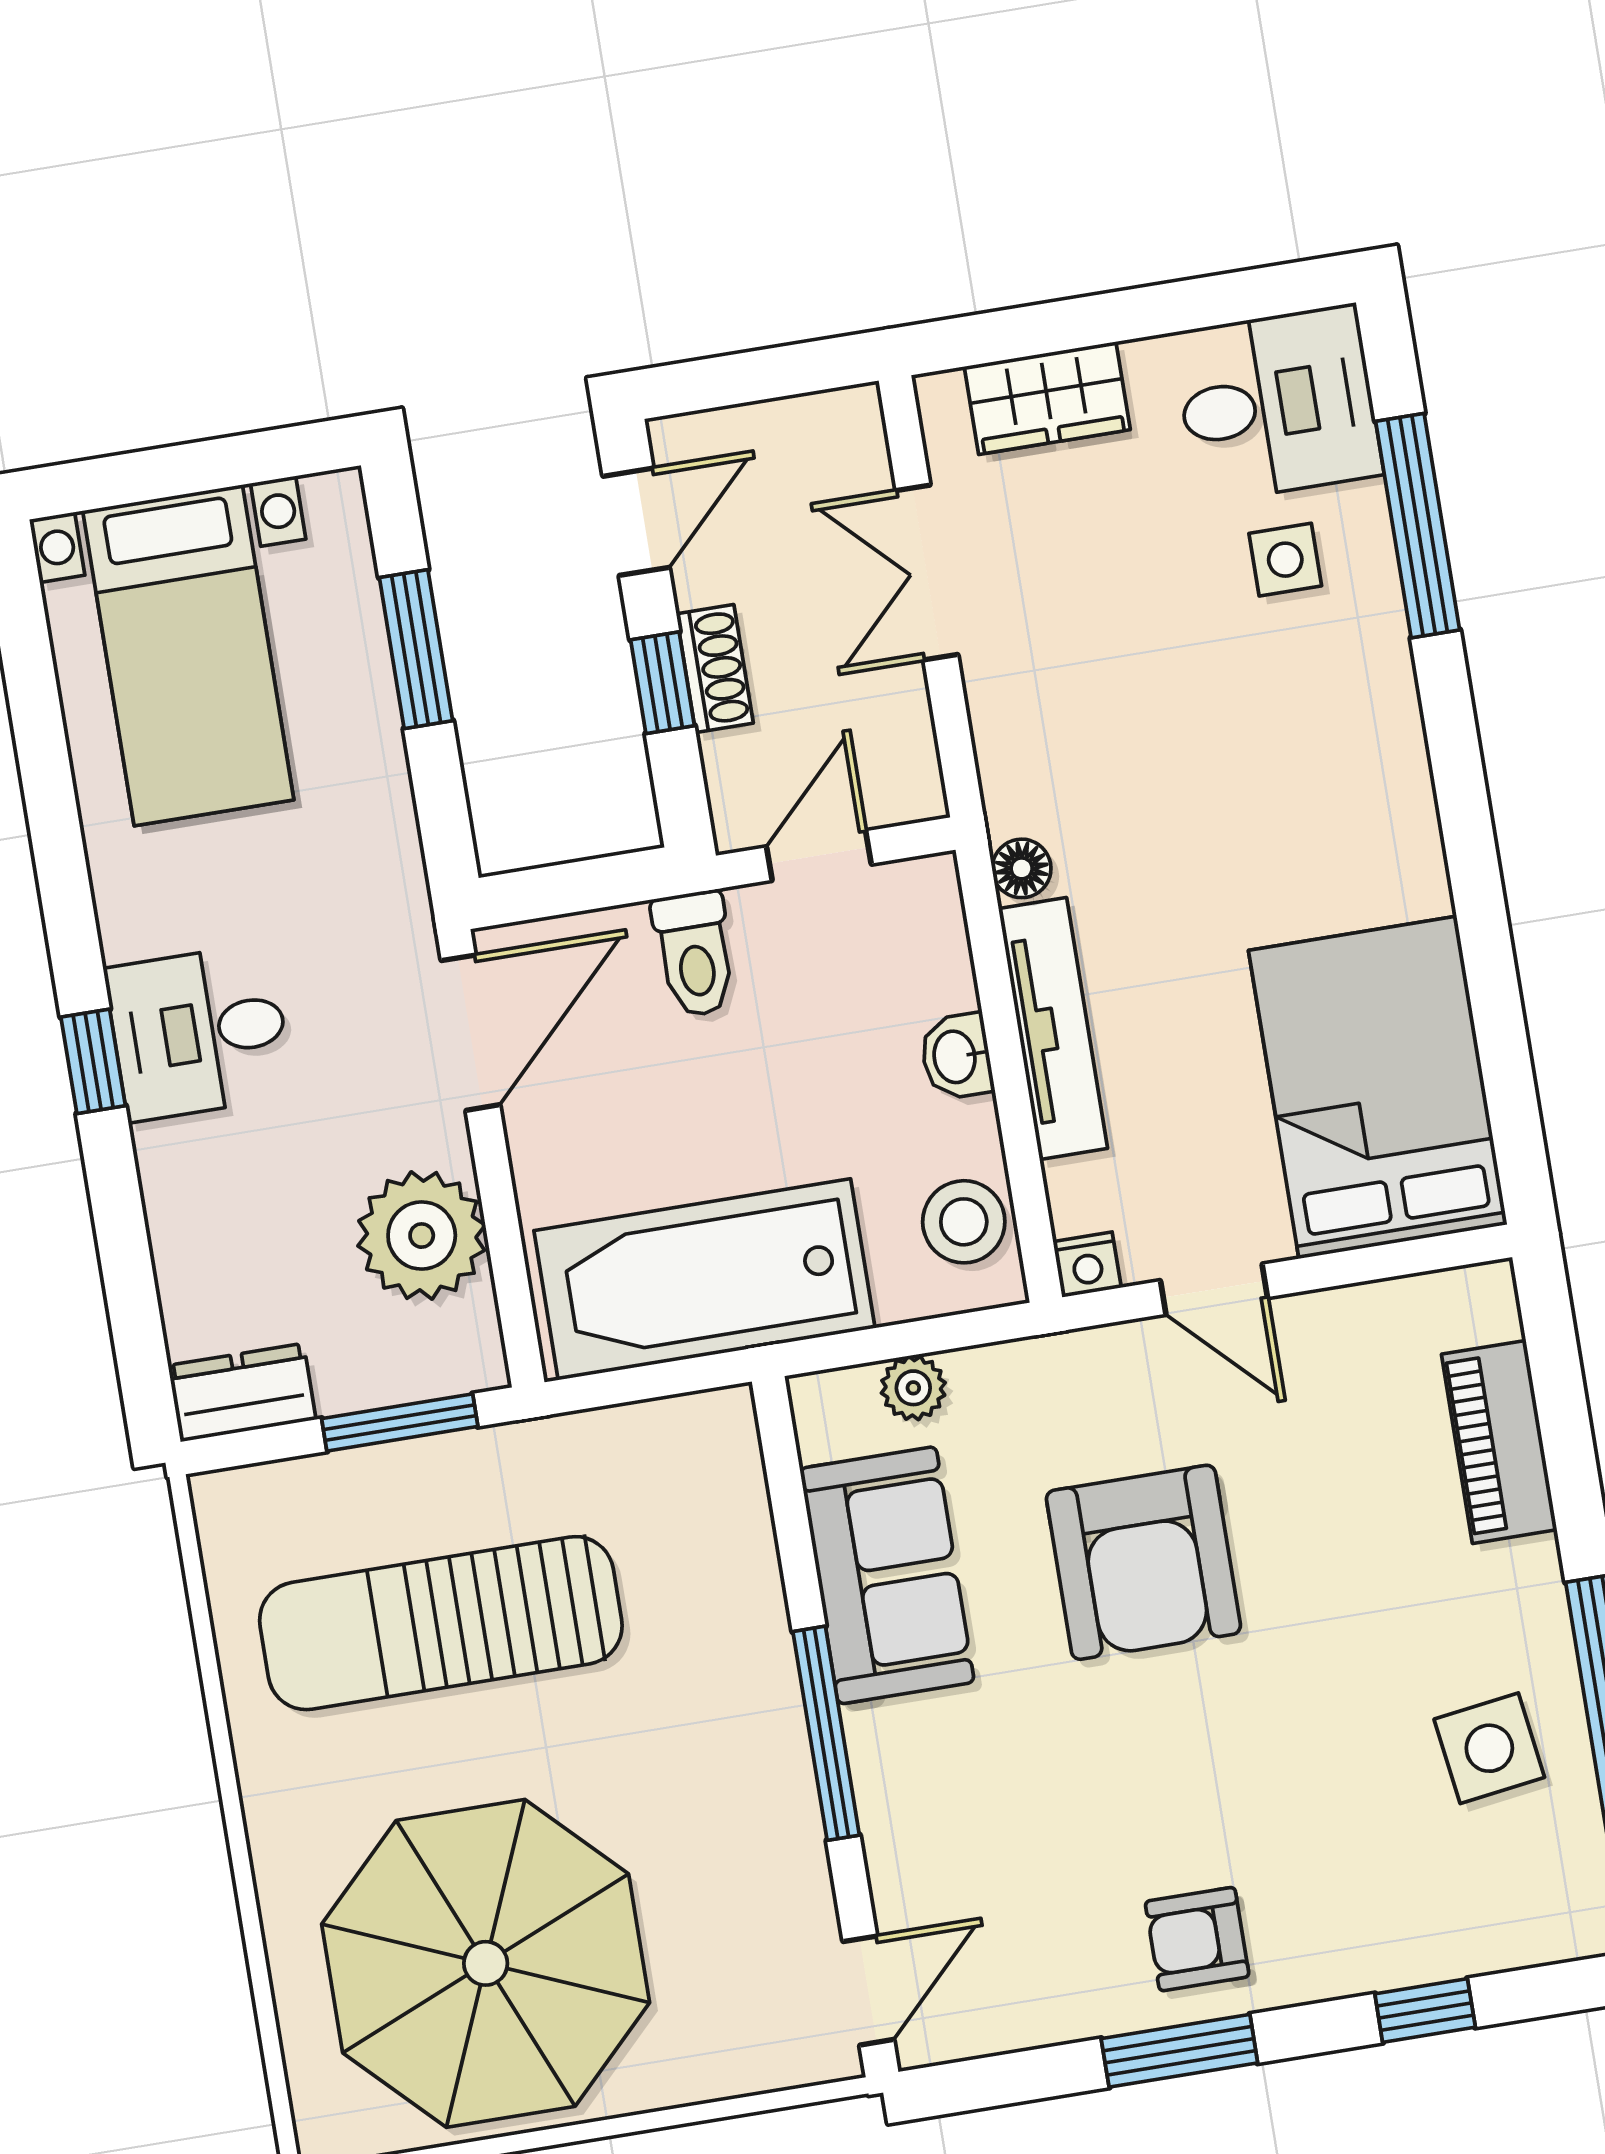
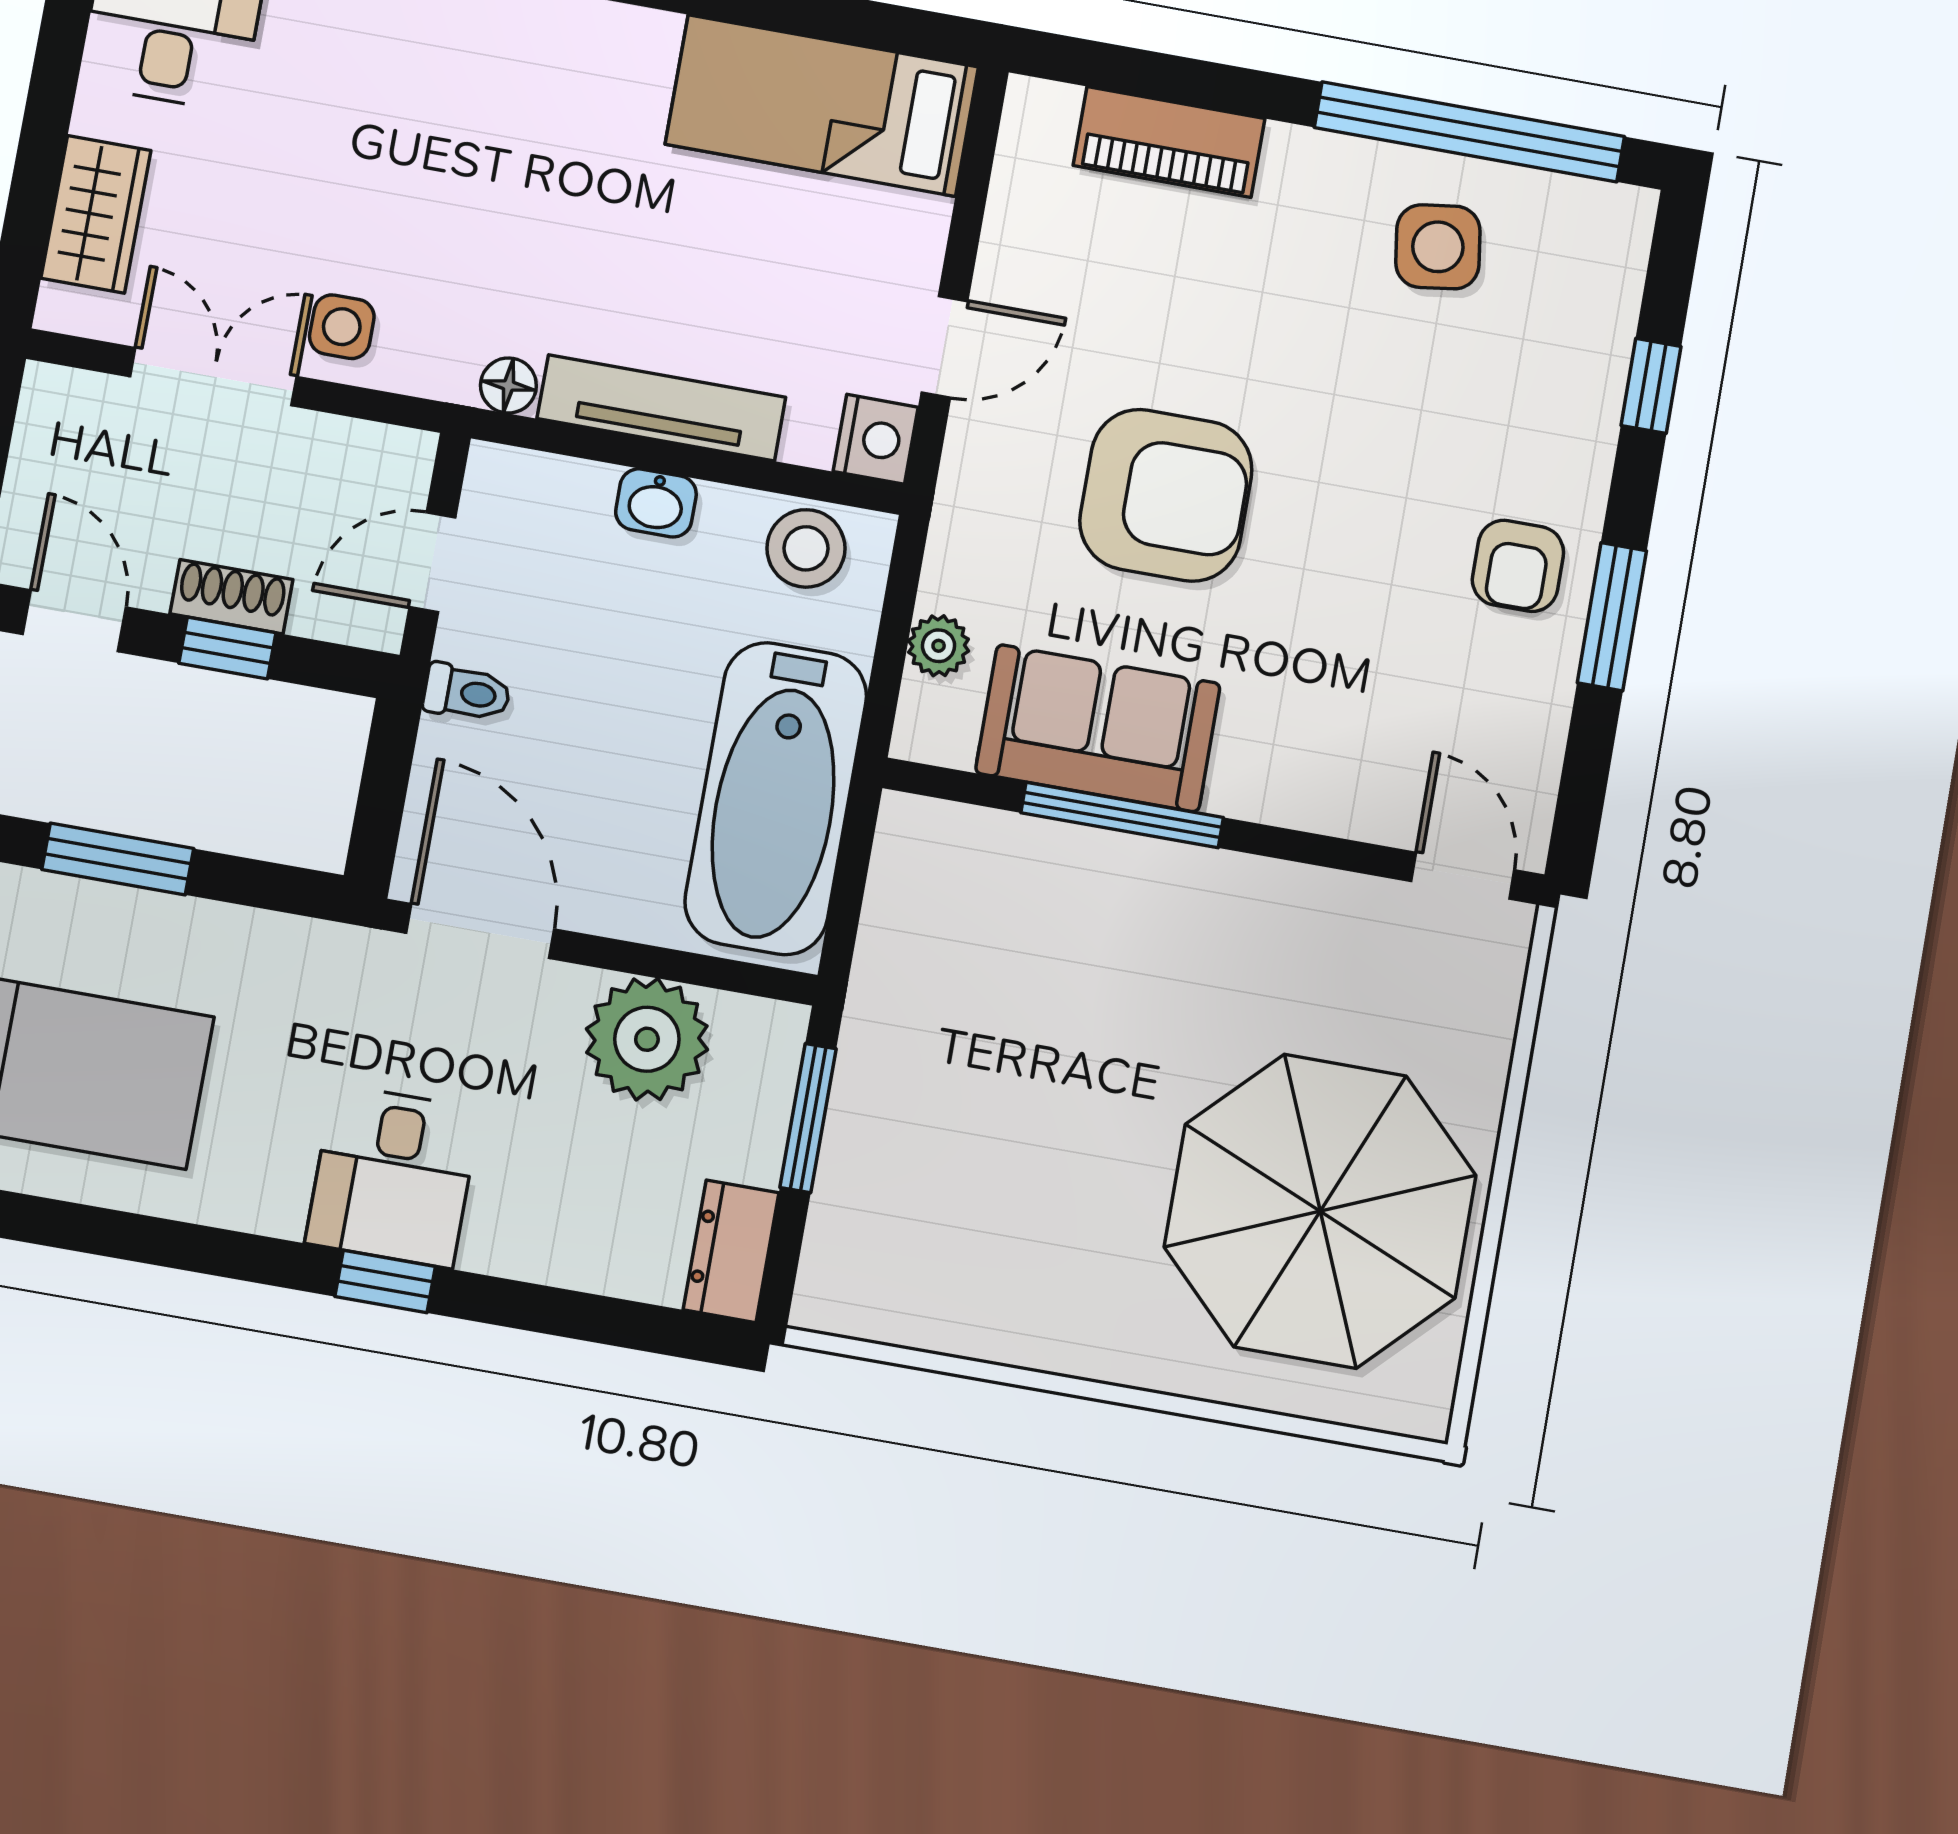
side table: (1285, 560) -> (342, 327), moved
double door: (927, 573) -> (213, 377), swing flipped
door: (819, 855) -> (432, 562), hinge flipped
toilet: (695, 954) -> (467, 693), width x0.73, depth x0.72
bed: (1378, 1087) -> (822, 106), width x0.67
nightstand: (1087, 1265) -> (876, 439), width x1.39, depth x1.35
sun lounger: (441, 1623) -> (1001, 1144), removed
window: (826, 1733) -> (1122, 815), moved

